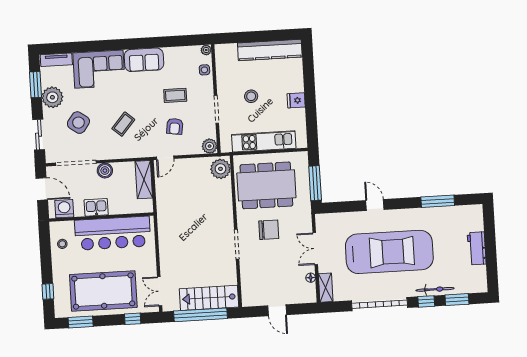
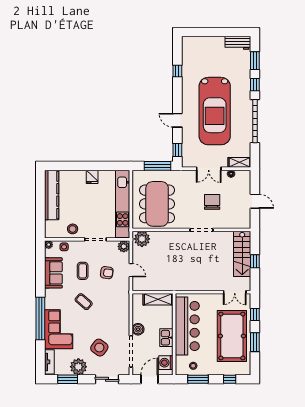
window: (111, 45) -> (40, 319), added
sofa: (144, 60) -> (53, 273), moved
stool: (251, 96) -> (73, 229), moved
coffee table: (123, 124) -> (84, 302), moved
kitchen unit: (264, 141) -> (123, 204), width x1.36
door: (165, 158) -> (131, 270), moved
shelving: (144, 180) -> (158, 299), moved
window: (438, 201) -> (177, 71), width x0.46
door: (375, 205) -> (177, 120), hinge flipped
window: (337, 207) -> (177, 150), added
chair: (269, 230) -> (212, 202), moved
workbench: (477, 248) -> (238, 43), moved
window: (45, 251) -> (198, 379), added
car: (389, 252) -> (215, 111), turned 180
bicycle: (435, 289) -> (246, 77), removed
door: (277, 310) -> (255, 201), hinge flipped
window: (201, 315) -> (255, 261), width x0.32
window: (81, 322) -> (255, 342), moved

